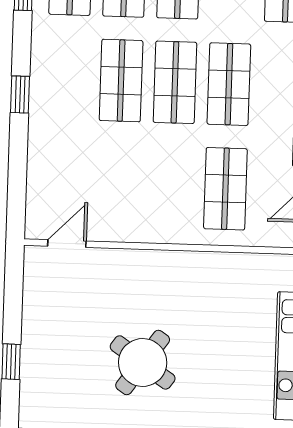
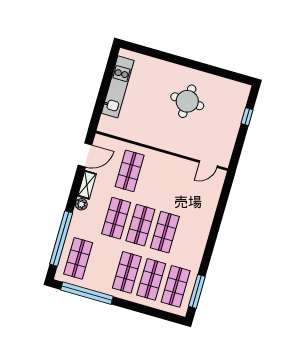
window: (20, 95) -> (212, 237), removed
round table: (143, 362) -> (187, 101), turned -31

